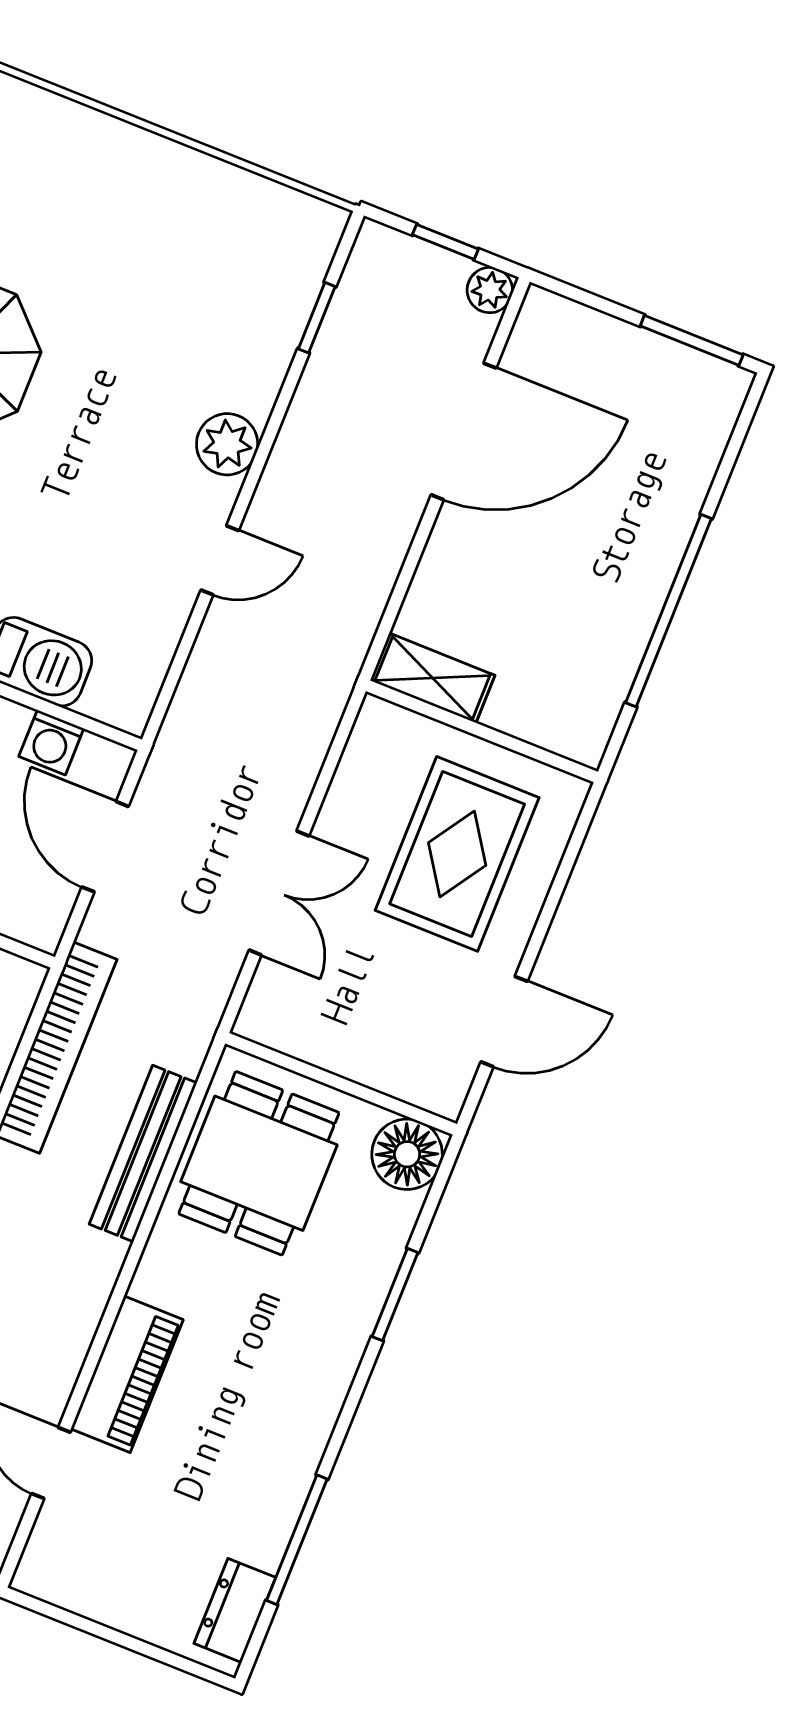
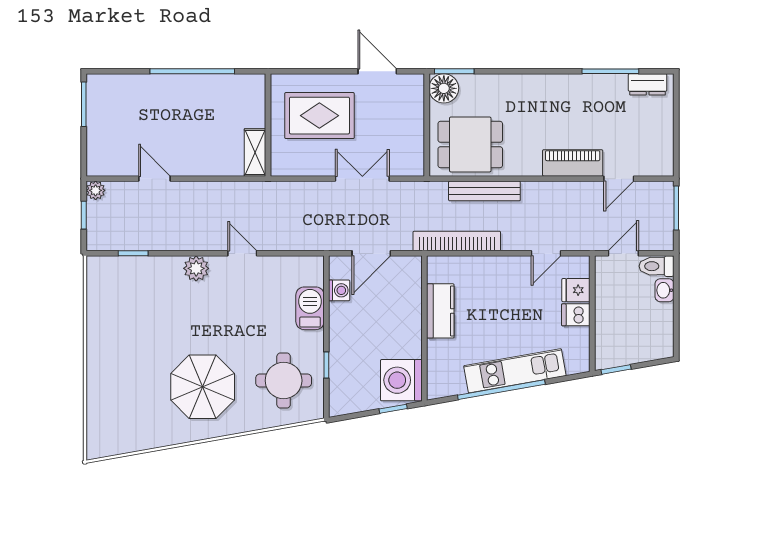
door: (464, 431) -> (154, 179), width x0.53
window: (395, 1295) -> (454, 71), moved

